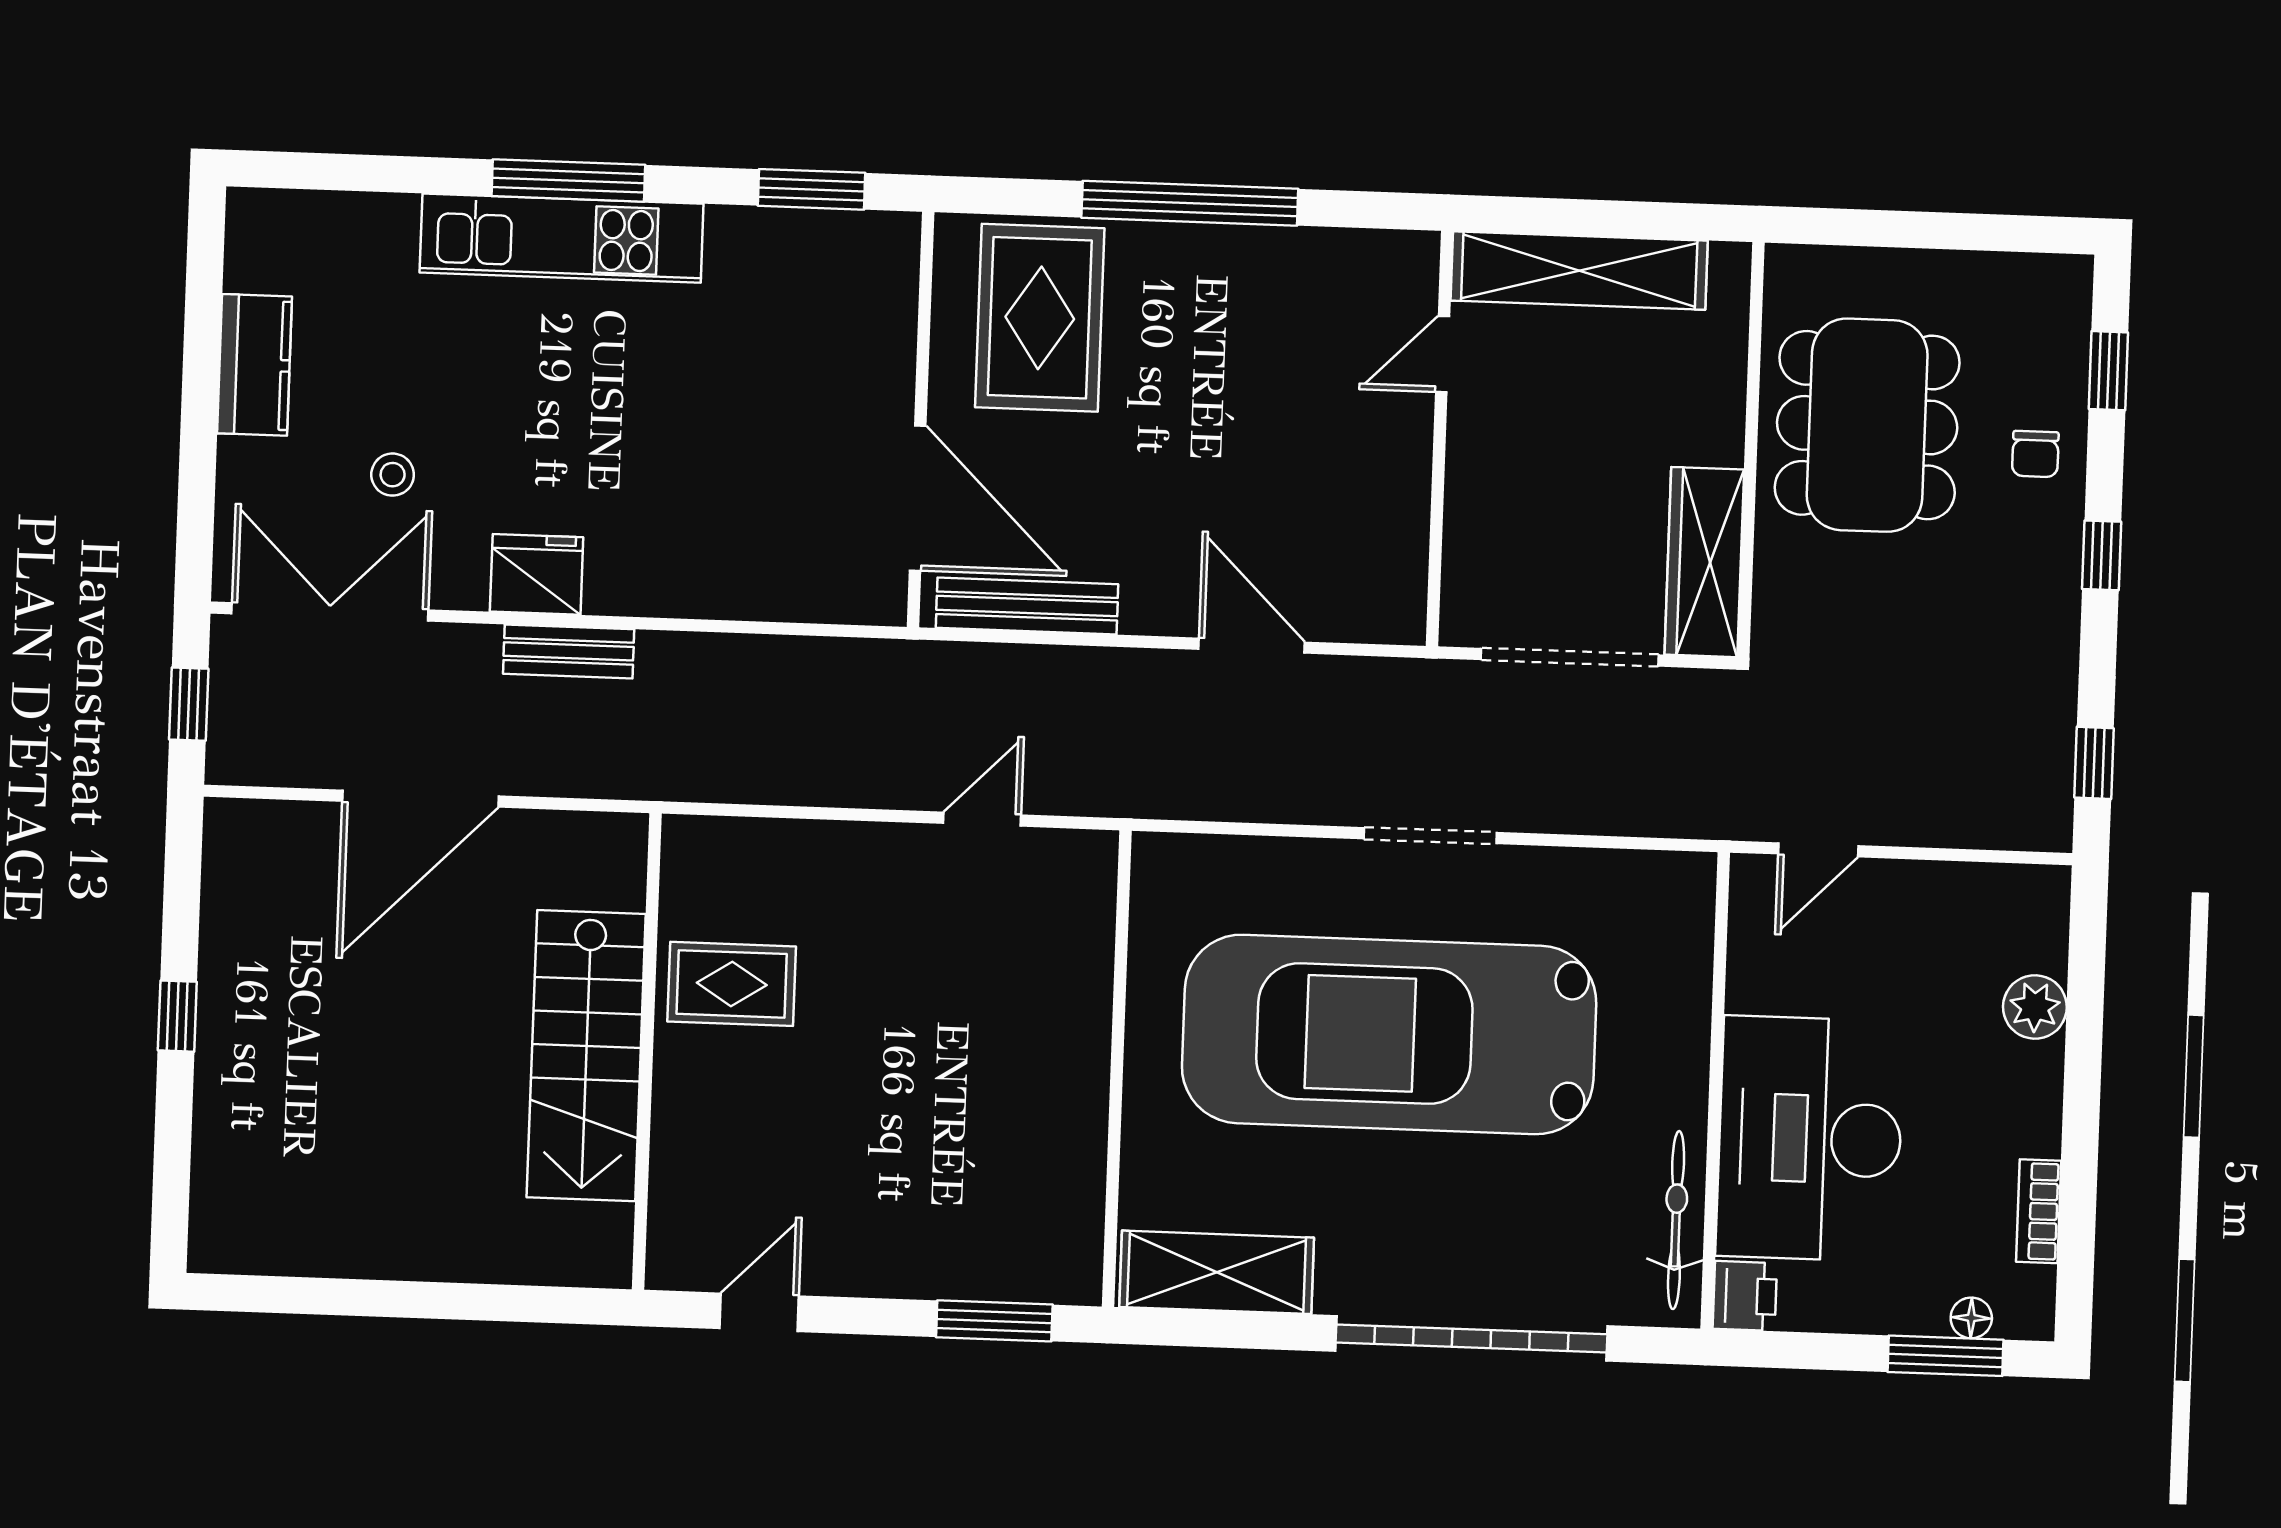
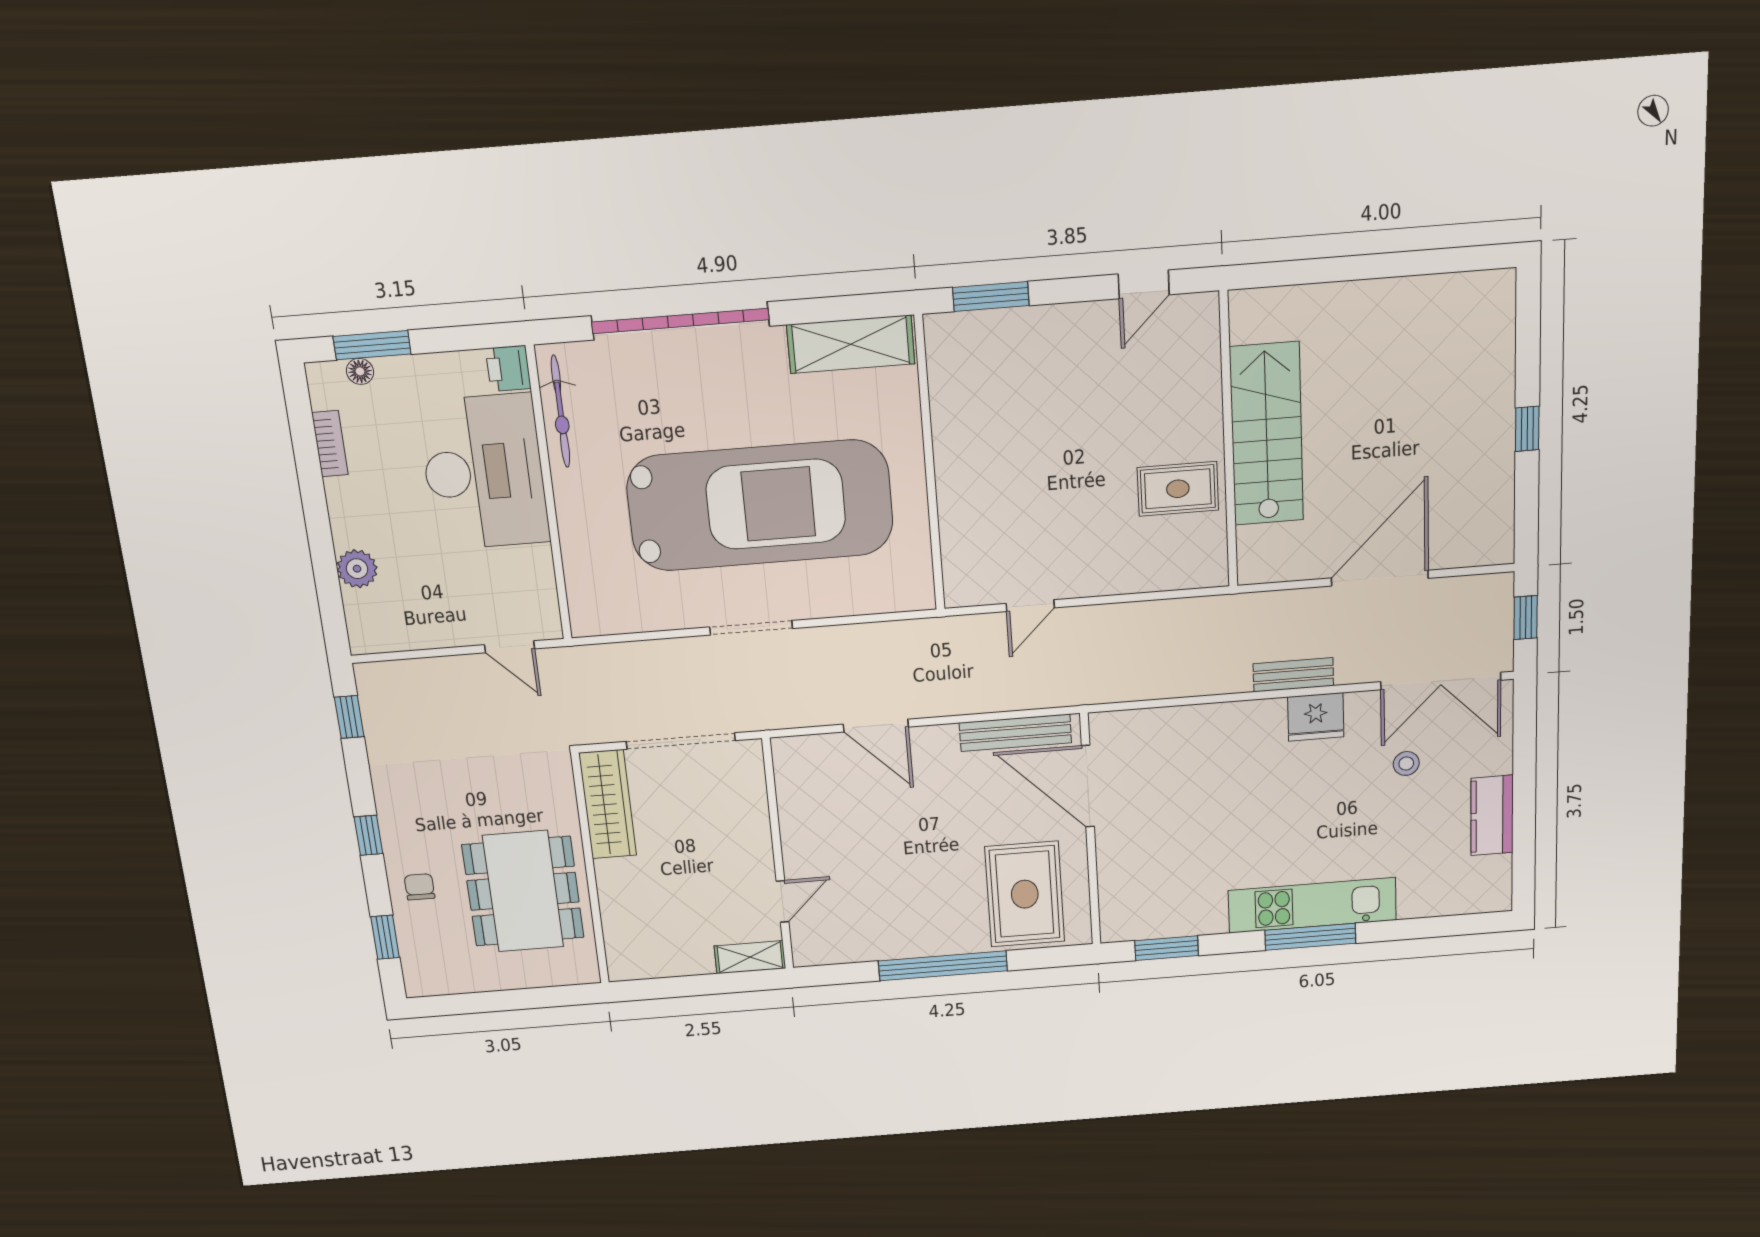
shelving: (1579, 271) -> (750, 957), width x0.45, depth x0.75
door: (1818, 850) -> (509, 647), swing flipped

